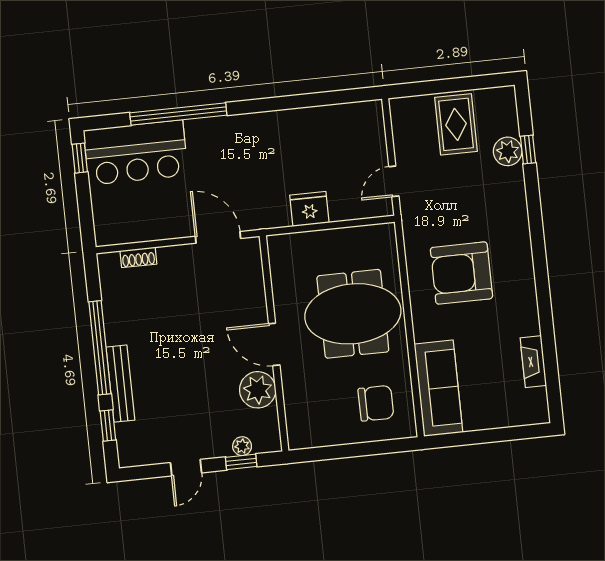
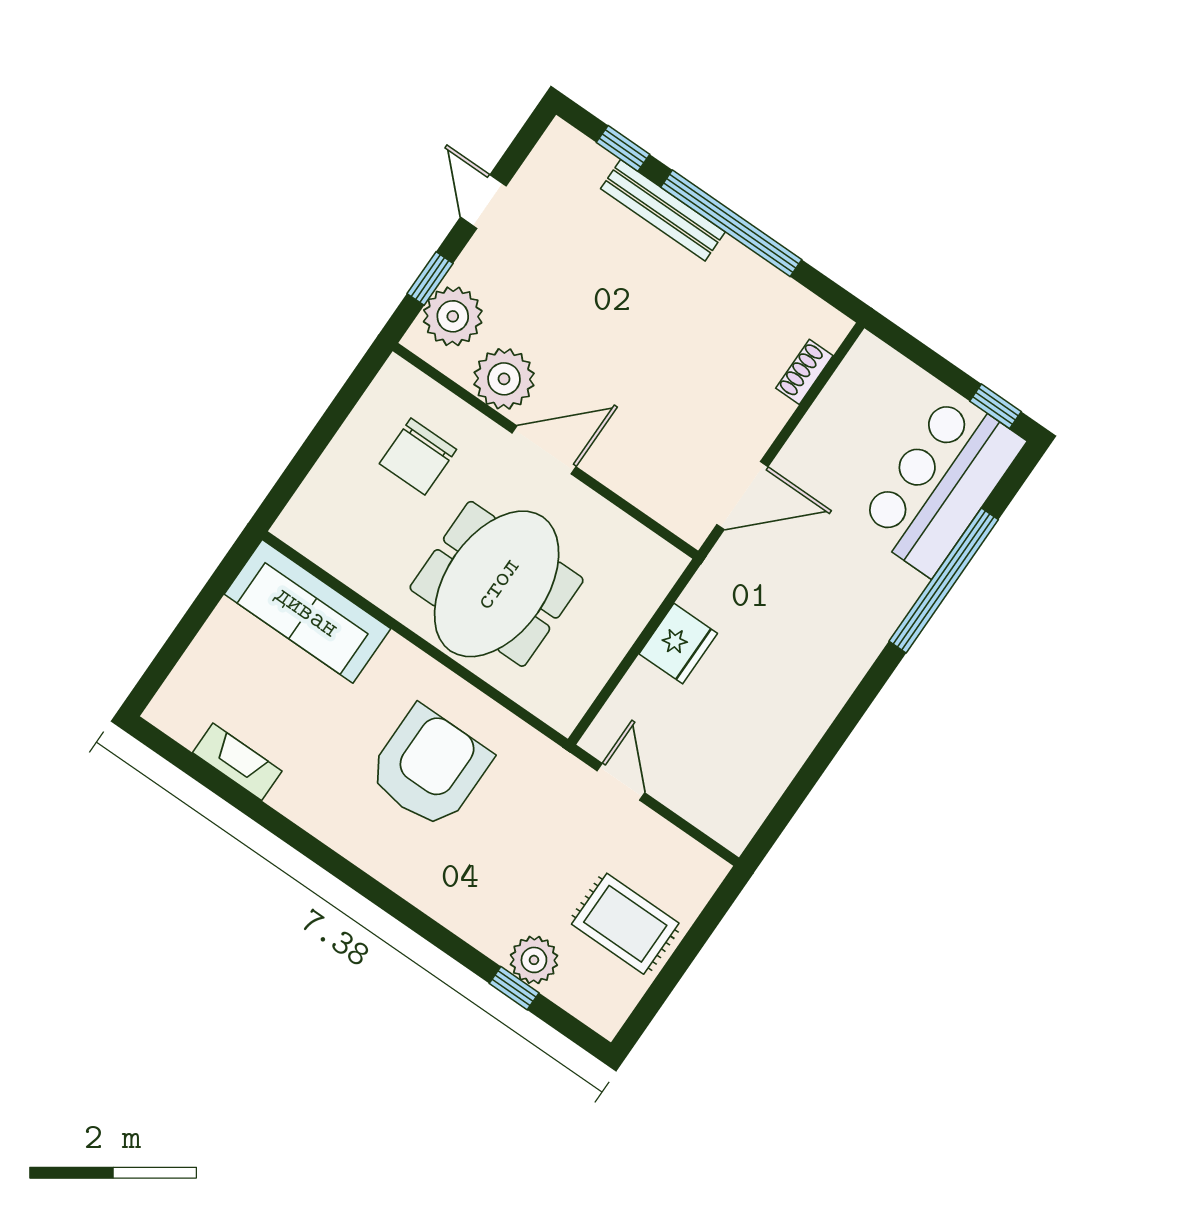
chair: (376, 403) -> (418, 457), moved
plant: (242, 446) -> (453, 316), width x1.88, depth x1.88

